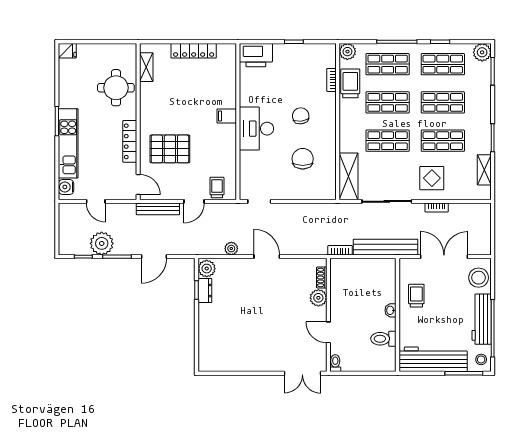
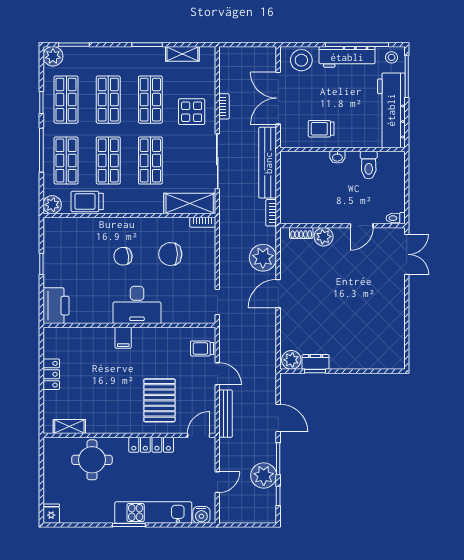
locker: (194, 51) -> (51, 374), width x0.66
bookcase: (331, 80) -> (203, 222), moved
plant: (231, 249) -> (263, 258), moved, width x1.87, depth x1.87

